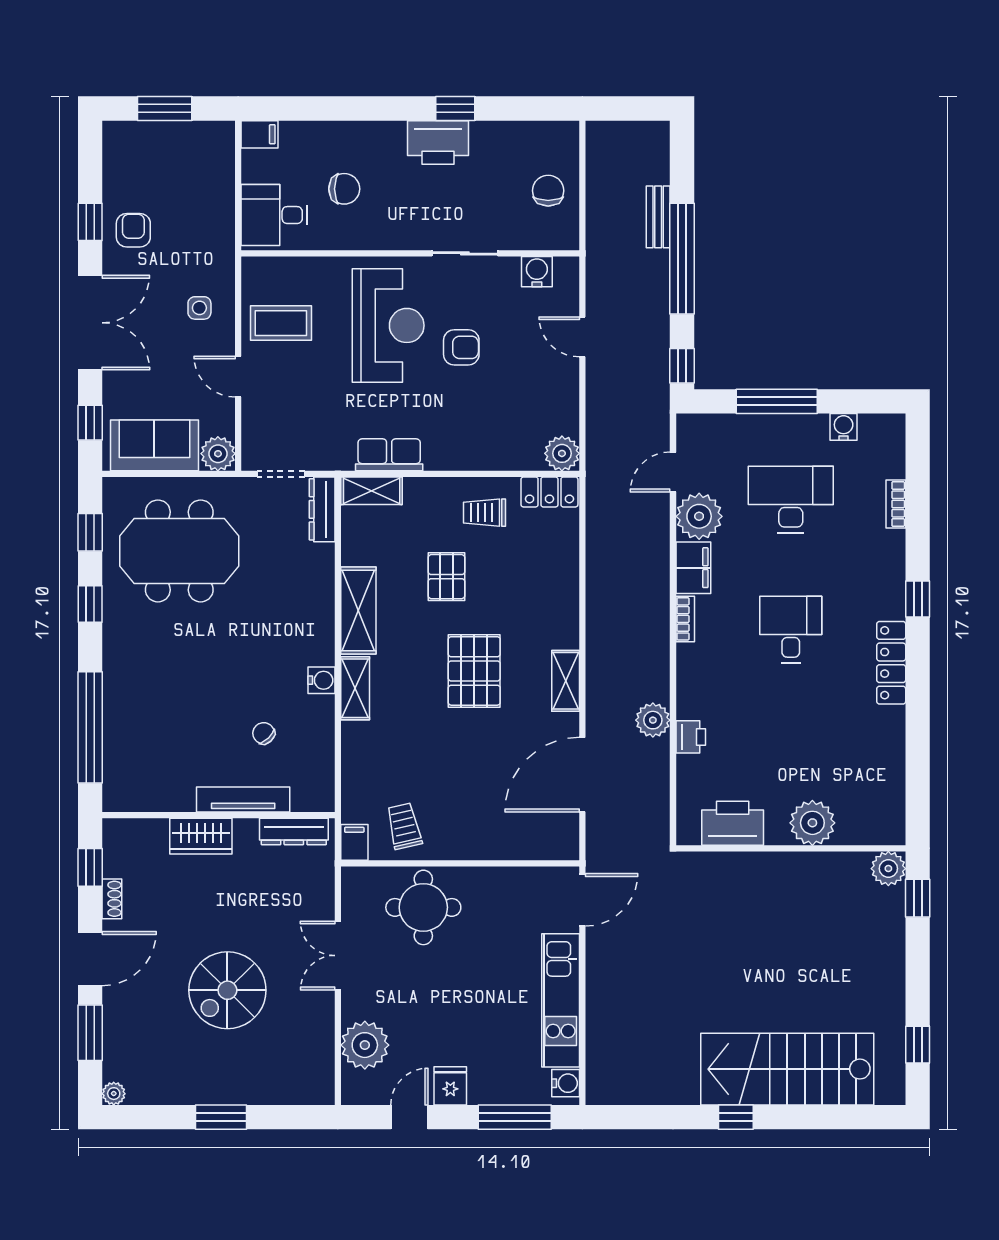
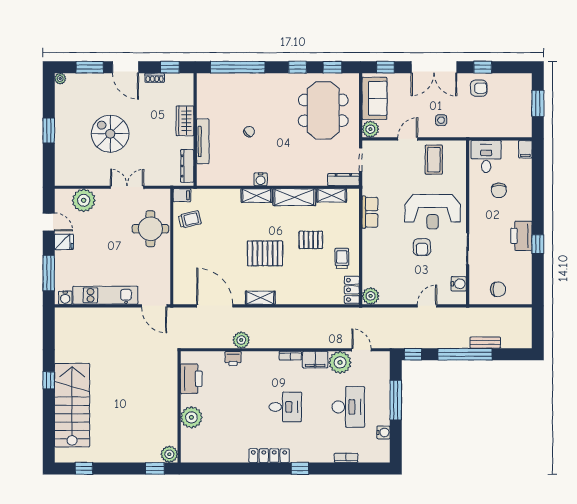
shelving: (372, 491) -> (332, 195), moved, turned 90
chair: (264, 733) -> (249, 132), moved

